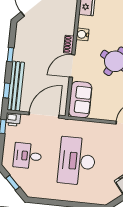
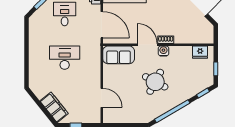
water cooler: (83, 34) -> (163, 51), moved
desk: (77, 161) -> (65, 58), width x0.73, depth x0.77

